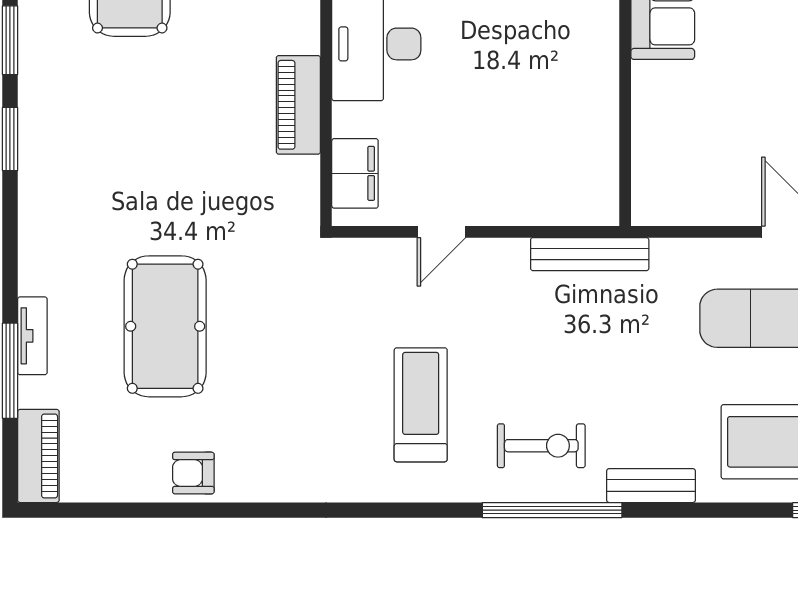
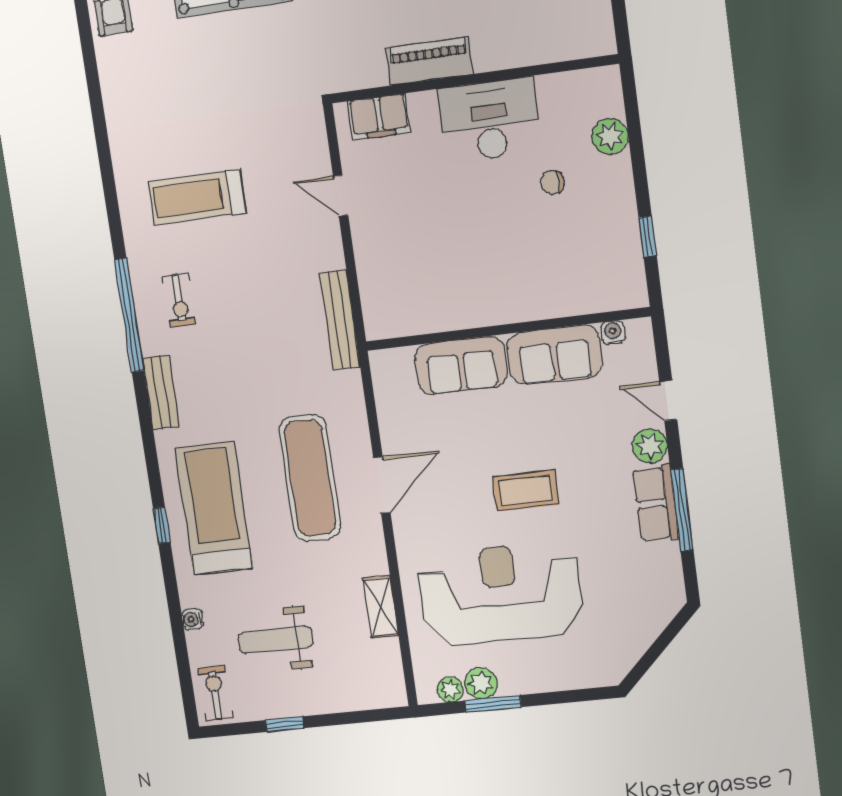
sofa: (662, 117) -> (461, 365), added
treadmill: (421, 405) -> (197, 197), turned 180
exercise bike: (541, 446) -> (179, 300), width x0.73, depth x0.72

